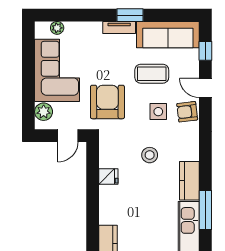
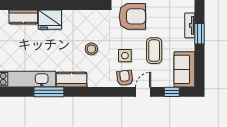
sofa: (168, 35) -> (184, 69), width x0.73
fridge: (108, 176) -> (50, 20), moved, width x1.88, depth x1.34

